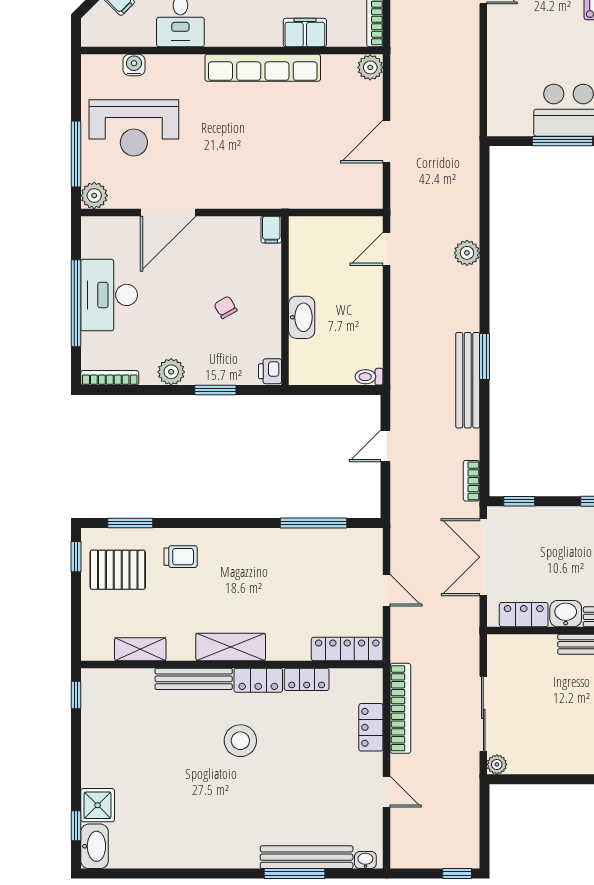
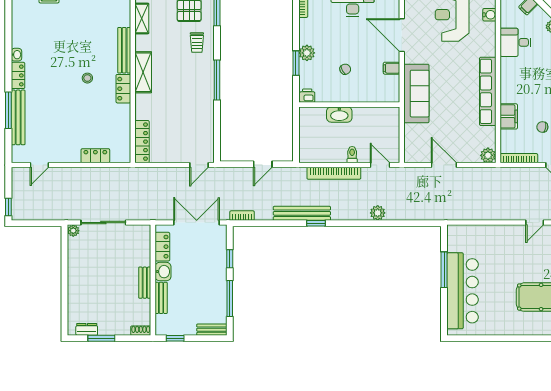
sofa: (266, 188) -> (416, 94), added
filing cabinet: (271, 230) -> (391, 68), moved
window: (485, 356) -> (316, 223), width x0.67
plant: (171, 372) -> (307, 53), moved
toilet: (369, 377) -> (352, 155), moved
door: (385, 446) -> (263, 164), swing flipped
window: (519, 501) -> (230, 259), moved
window: (314, 523) -> (217, 80), moved
door: (387, 590) -> (199, 165), moved
locker: (307, 679) -> (18, 75), moved, turned 180
bookcase: (400, 708) -> (334, 173), moved
stool: (240, 741) -> (87, 78), width x0.53, depth x0.53
door: (387, 792) -> (39, 165), moved
washbasin: (365, 860) -> (16, 55), moved

